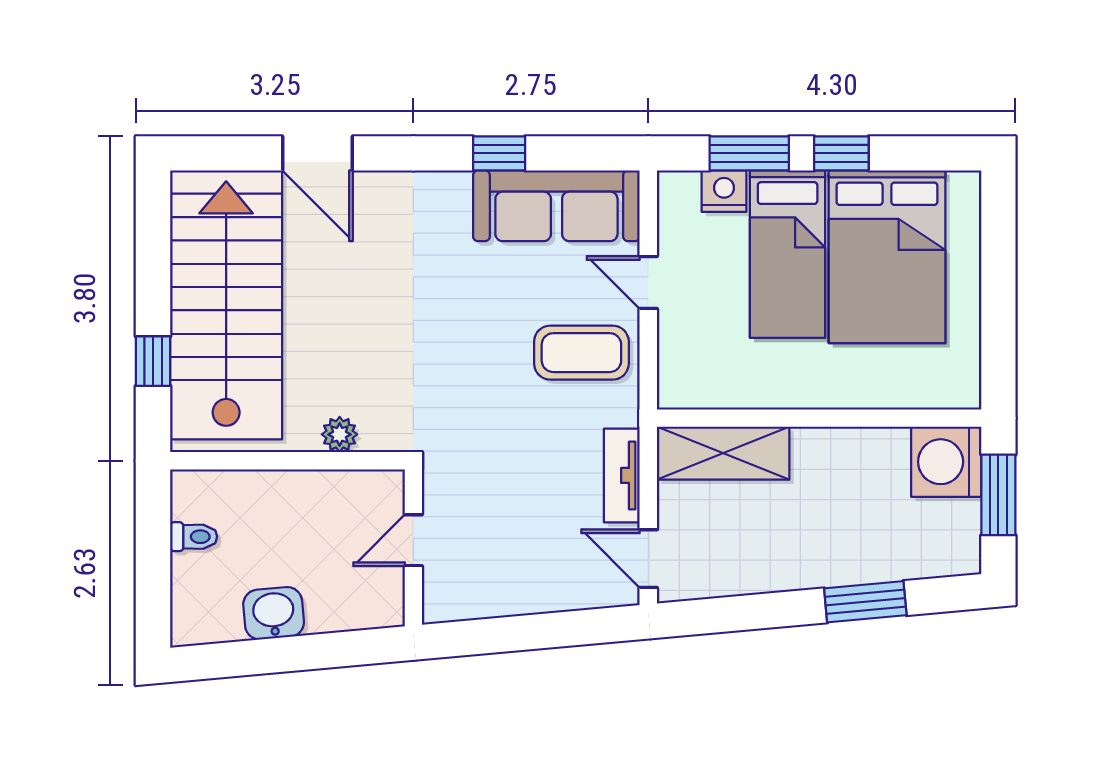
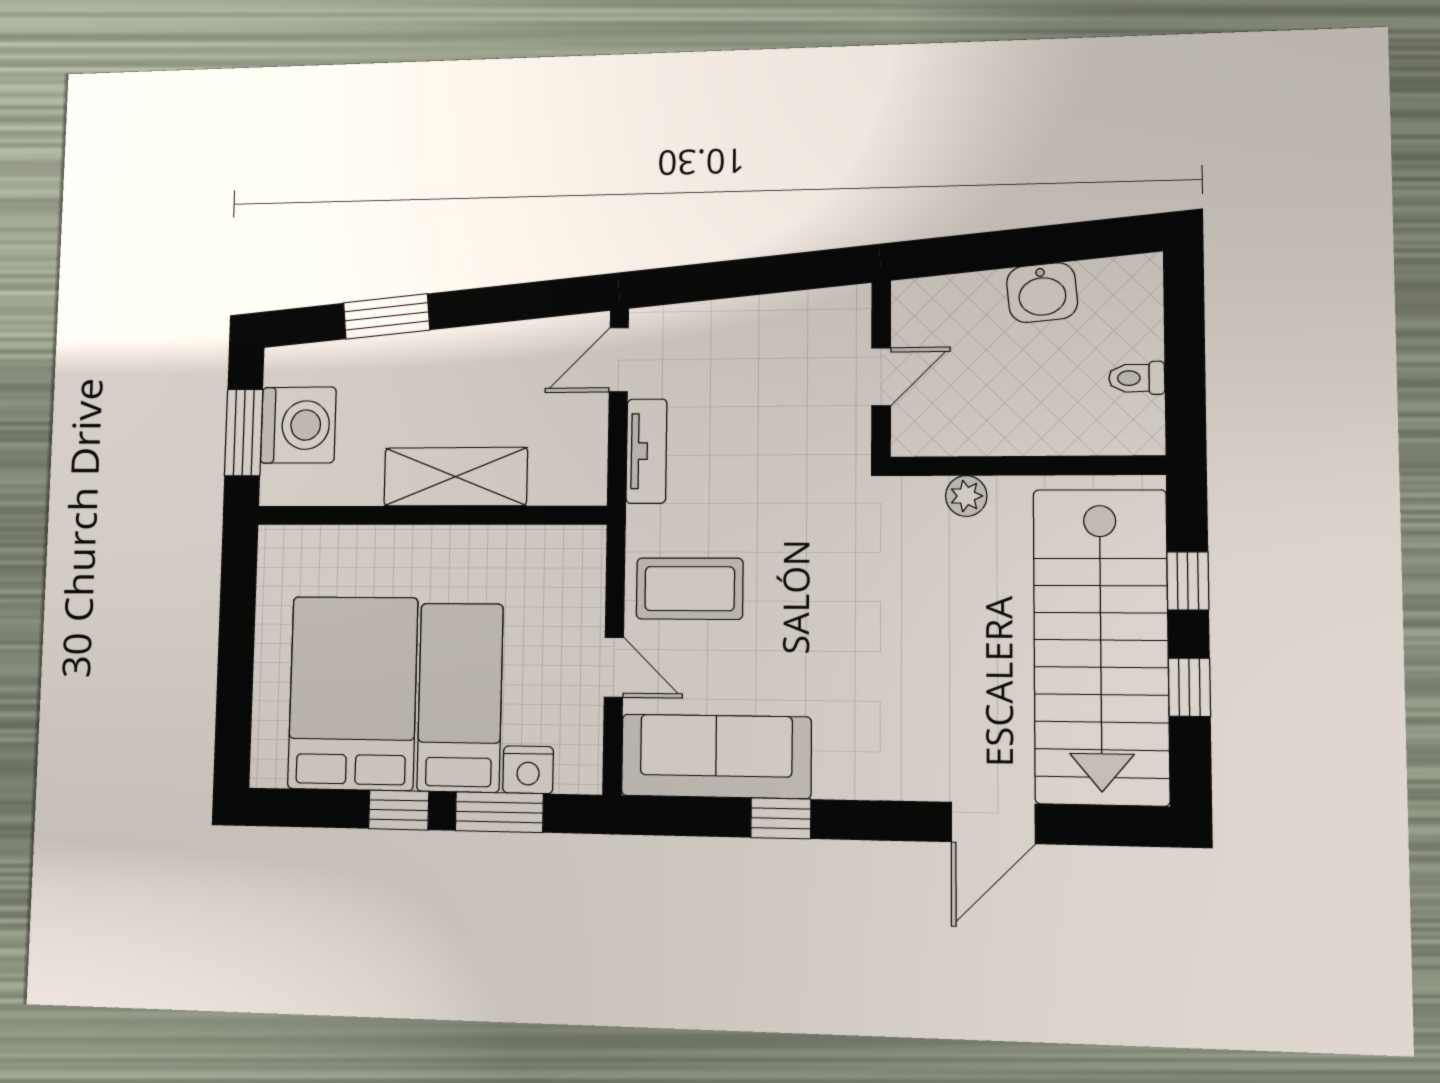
door: (318, 153) -> (993, 823), swing flipped
window: (153, 271) -> (1189, 687), added
shelving: (723, 453) -> (456, 477), moved
washing machine: (946, 462) -> (298, 425), moved
door: (648, 559) -> (619, 360), swing flipped

